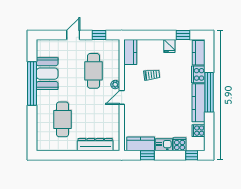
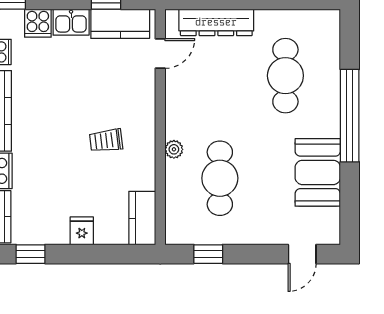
door: (73, 35) -> (302, 254), moved
fridge: (169, 46) -> (82, 231), moved
trolley: (152, 75) -> (106, 140), moved
window: (32, 84) -> (350, 116), moved
door: (122, 97) -> (160, 53), moved

